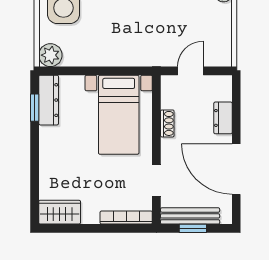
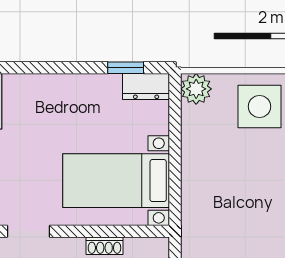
dresser: (49, 100) -> (146, 87), width x0.70

